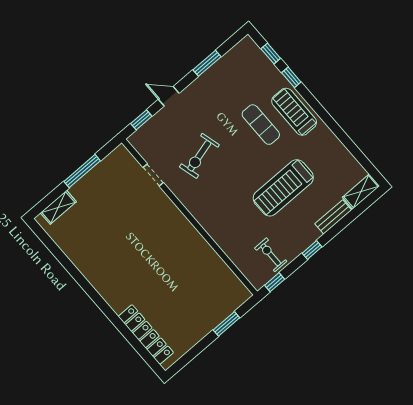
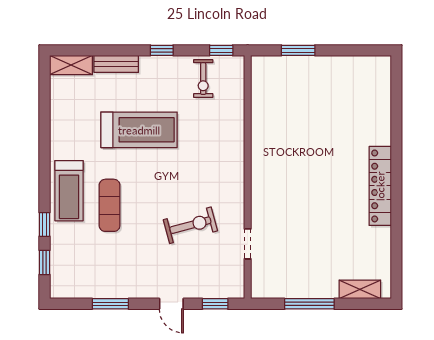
locker: (146, 335) -> (380, 186), moved

